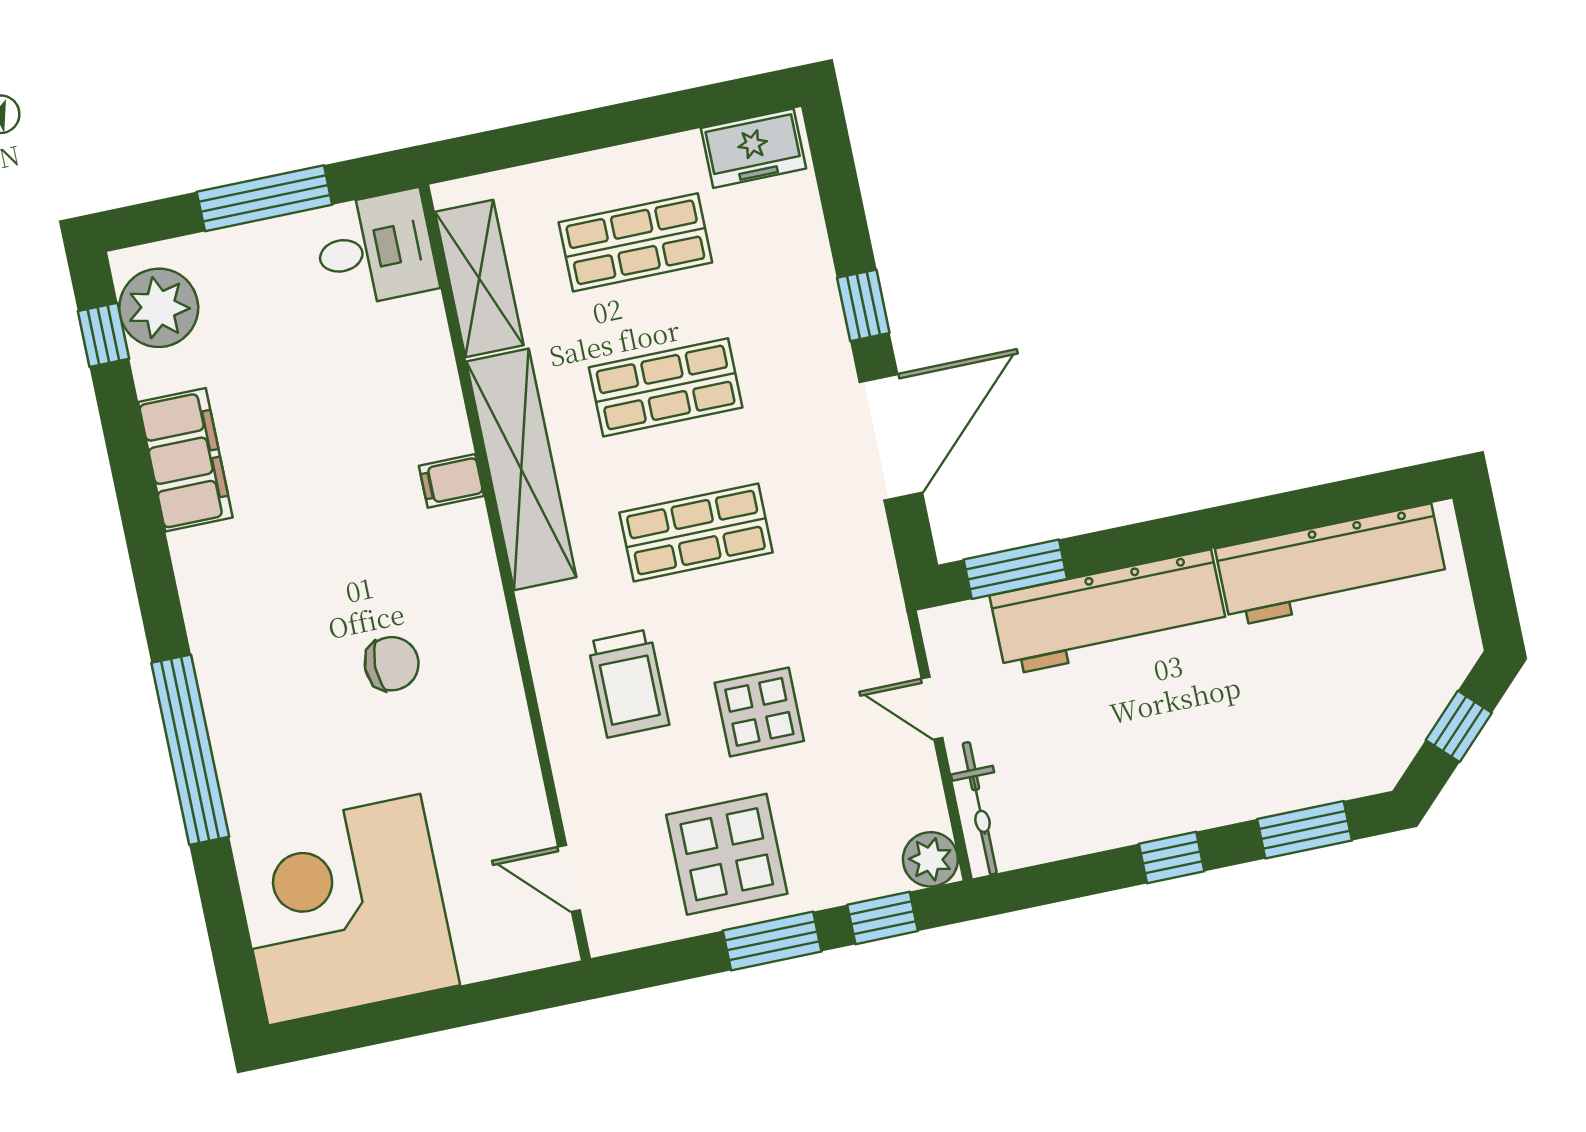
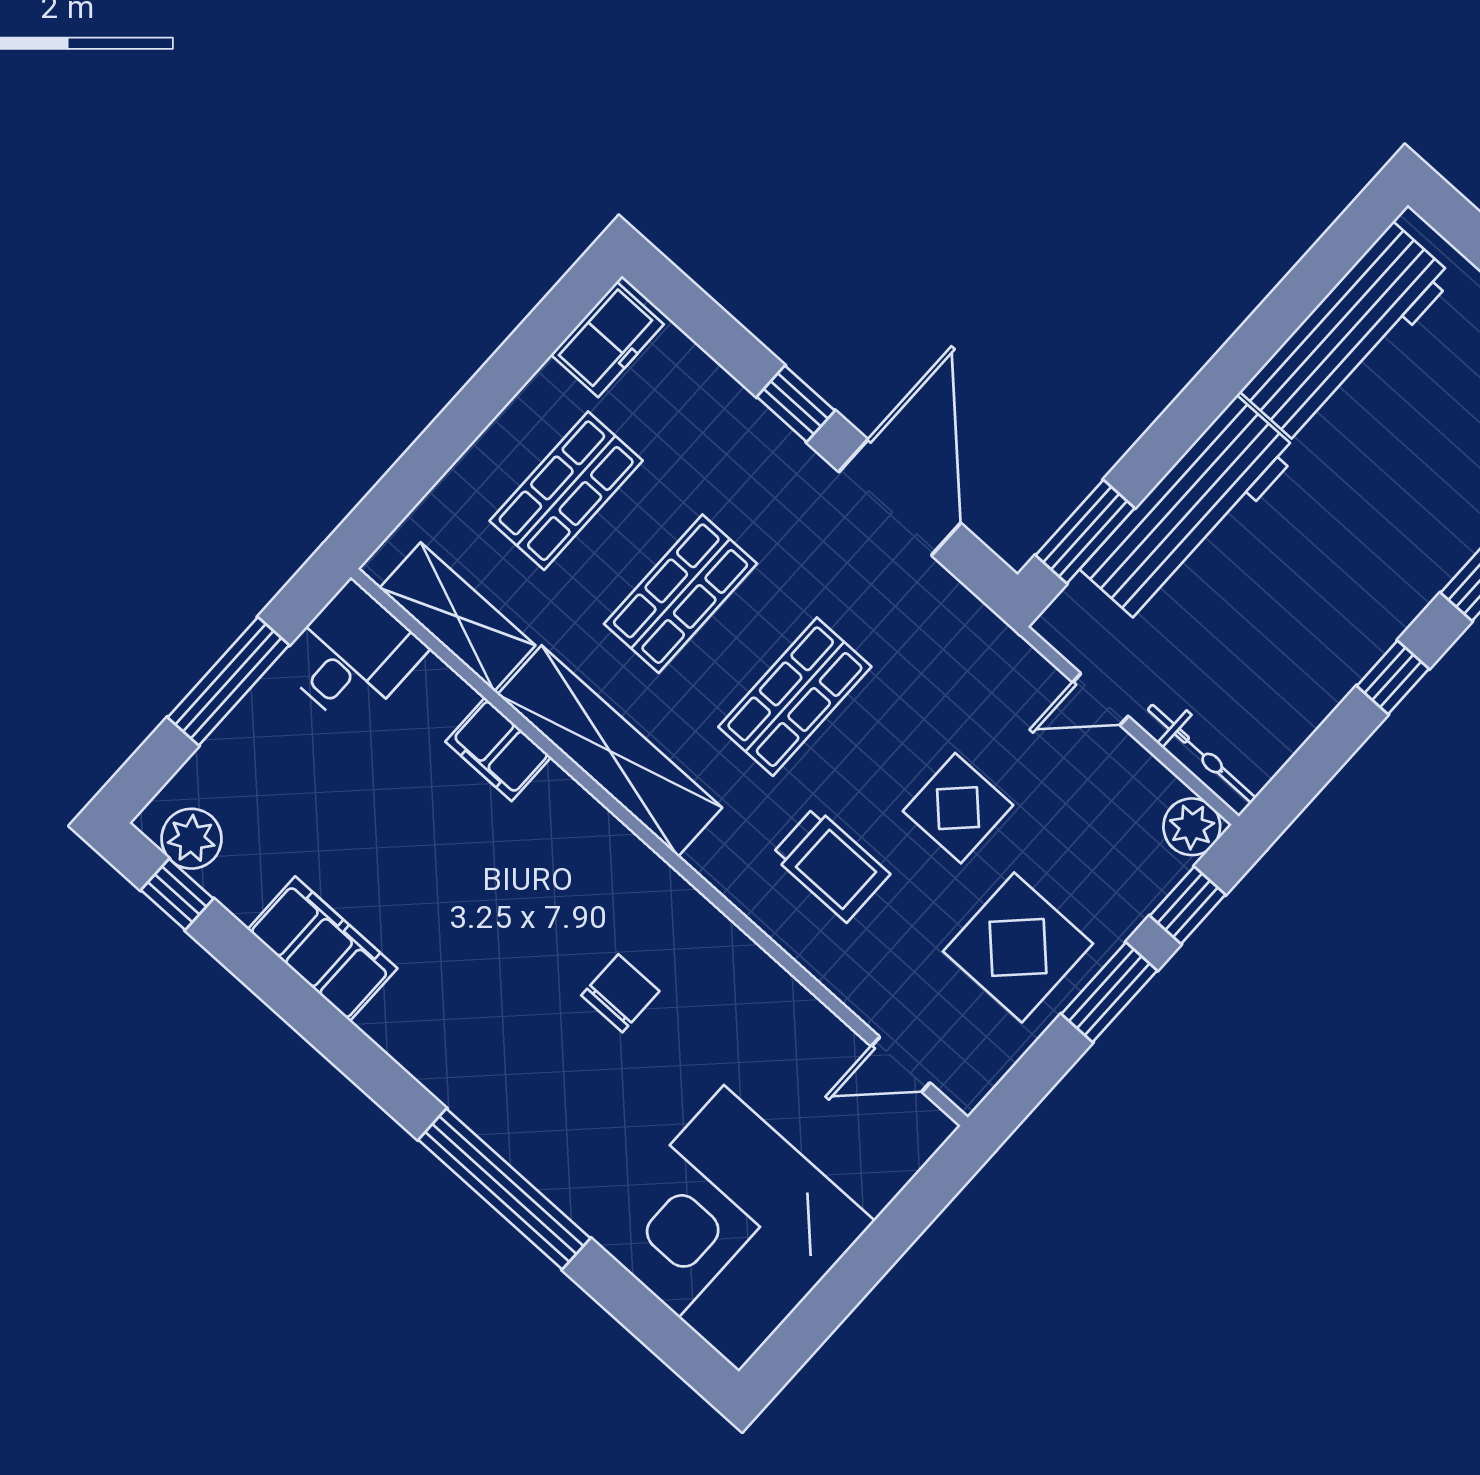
plant: (159, 308) -> (191, 839), width x0.73, depth x0.73
filing cabinet: (451, 481) -> (498, 749), moved, width x2.00

